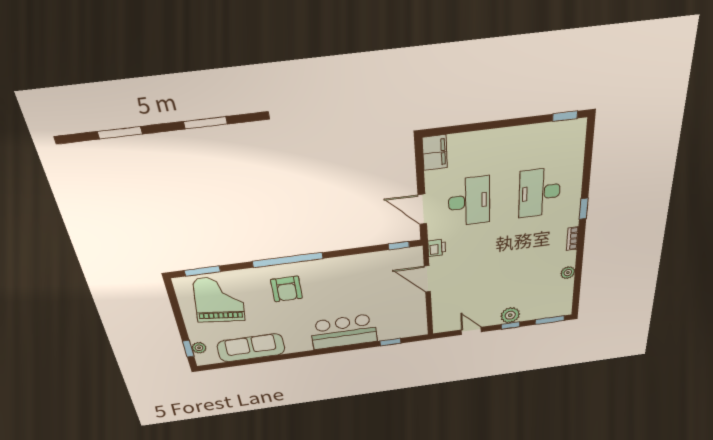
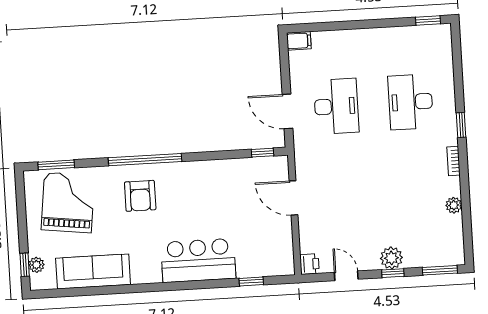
filing cabinet: (435, 153) -> (299, 41), width x0.50
printer: (437, 248) -> (310, 264), moved

